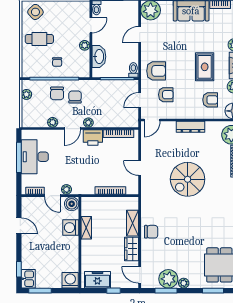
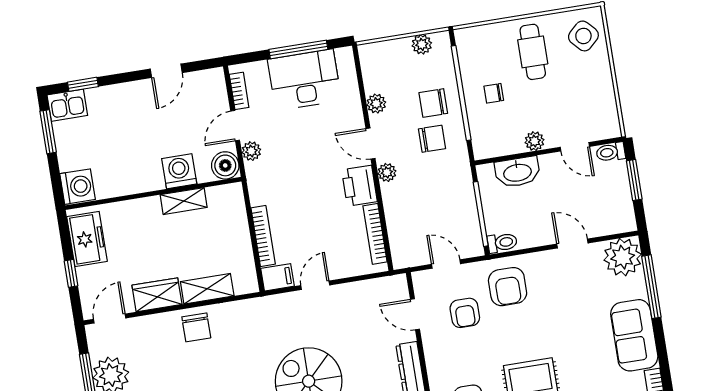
door: (152, 120) -> (415, 314), moved
filing cabinet: (132, 187) -> (278, 277), added

